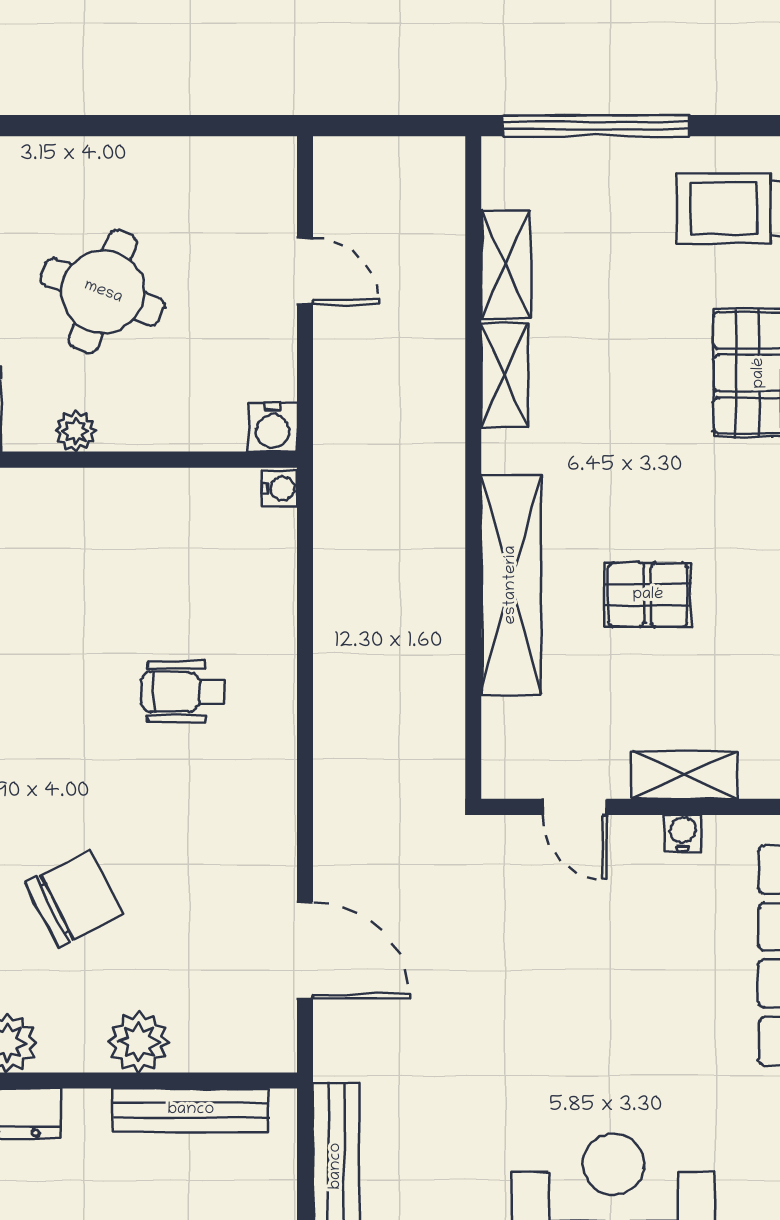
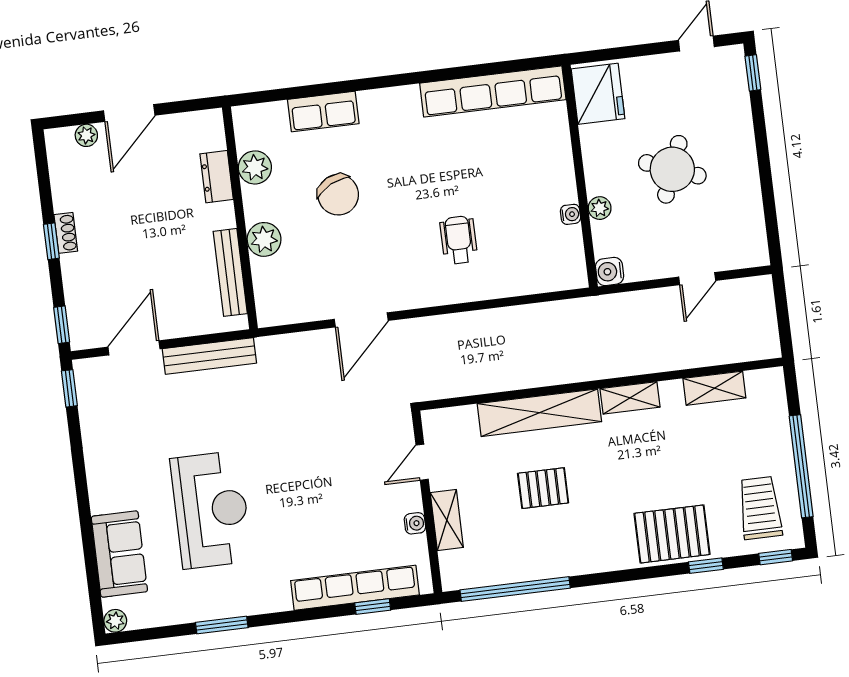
window: (596, 126) -> (801, 466), moved
shelving: (505, 375) -> (630, 398), moved
plant: (76, 431) -> (600, 208), moved
water cooler: (280, 488) -> (571, 214), moved, turned -90
pallet: (648, 595) -> (543, 488), turned 90
door: (305, 950) -> (361, 320), moved

